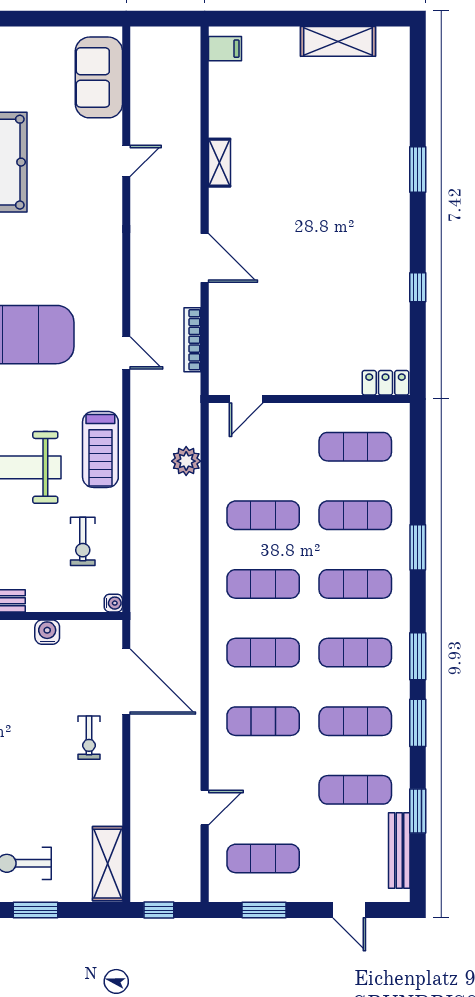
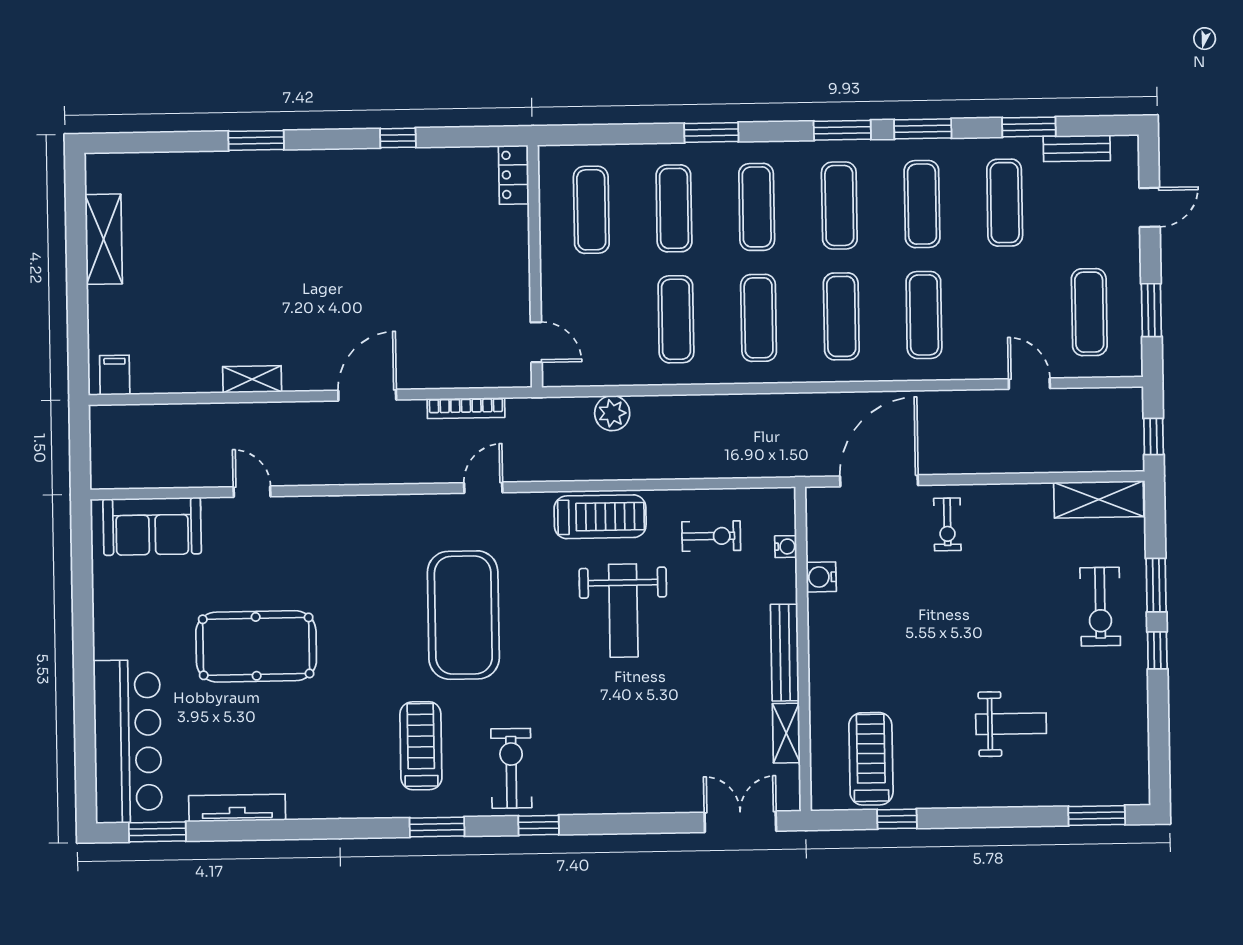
water cooler: (113, 603) -> (786, 547), moved, turned 90
exercise bike: (89, 738) -> (947, 524), turned 90
bench: (399, 850) -> (1077, 148), width x0.73

